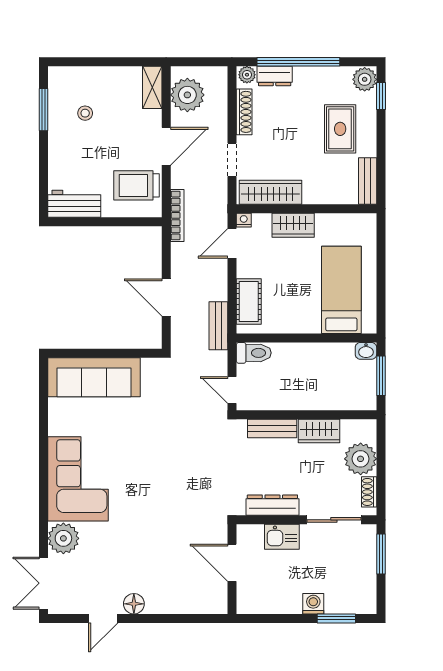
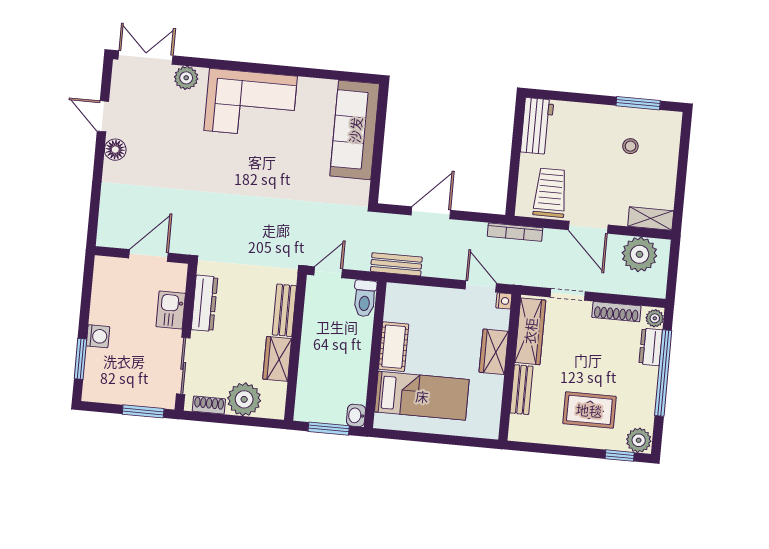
bench: (368, 181) -> (522, 390), moved, turned 90
cot: (249, 302) -> (394, 347), moved, turned 90
plant: (63, 538) -> (186, 78), width x0.73, depth x0.73

